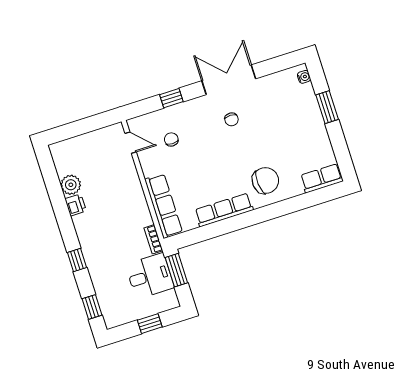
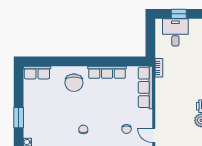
chair: (265, 181) -> (74, 83), turned -85
window: (176, 270) -> (150, 43), removed
desk: (150, 276) -> (175, 32), moved, turned 90

